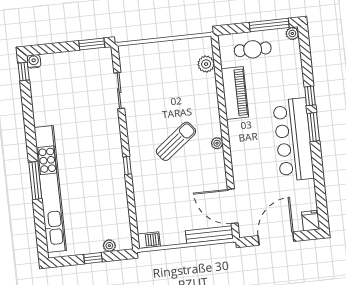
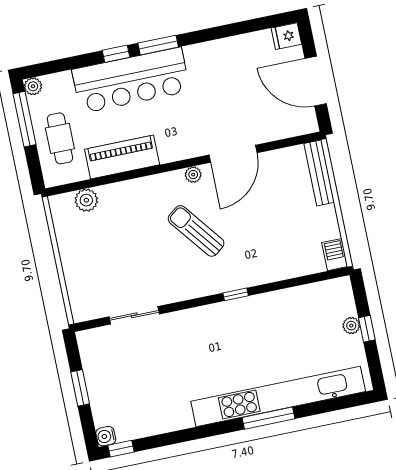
window: (92, 44) -> (80, 388), moved
bar counter: (293, 140) -> (131, 80), moved
door: (233, 206) -> (233, 154), moved
plant: (109, 246) -> (351, 326), moved

